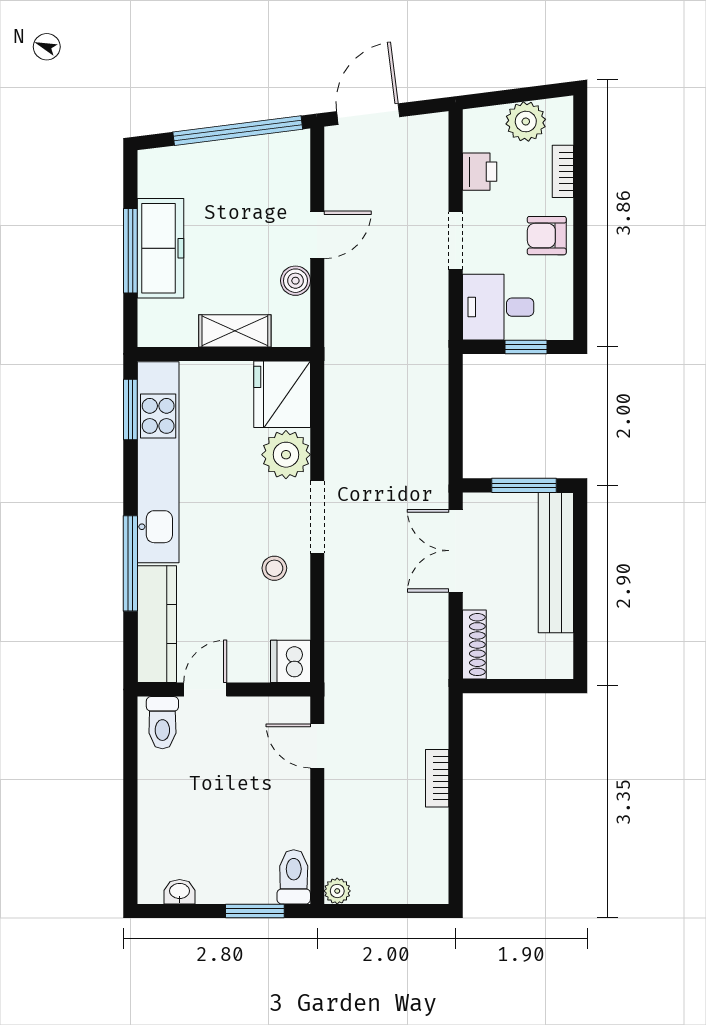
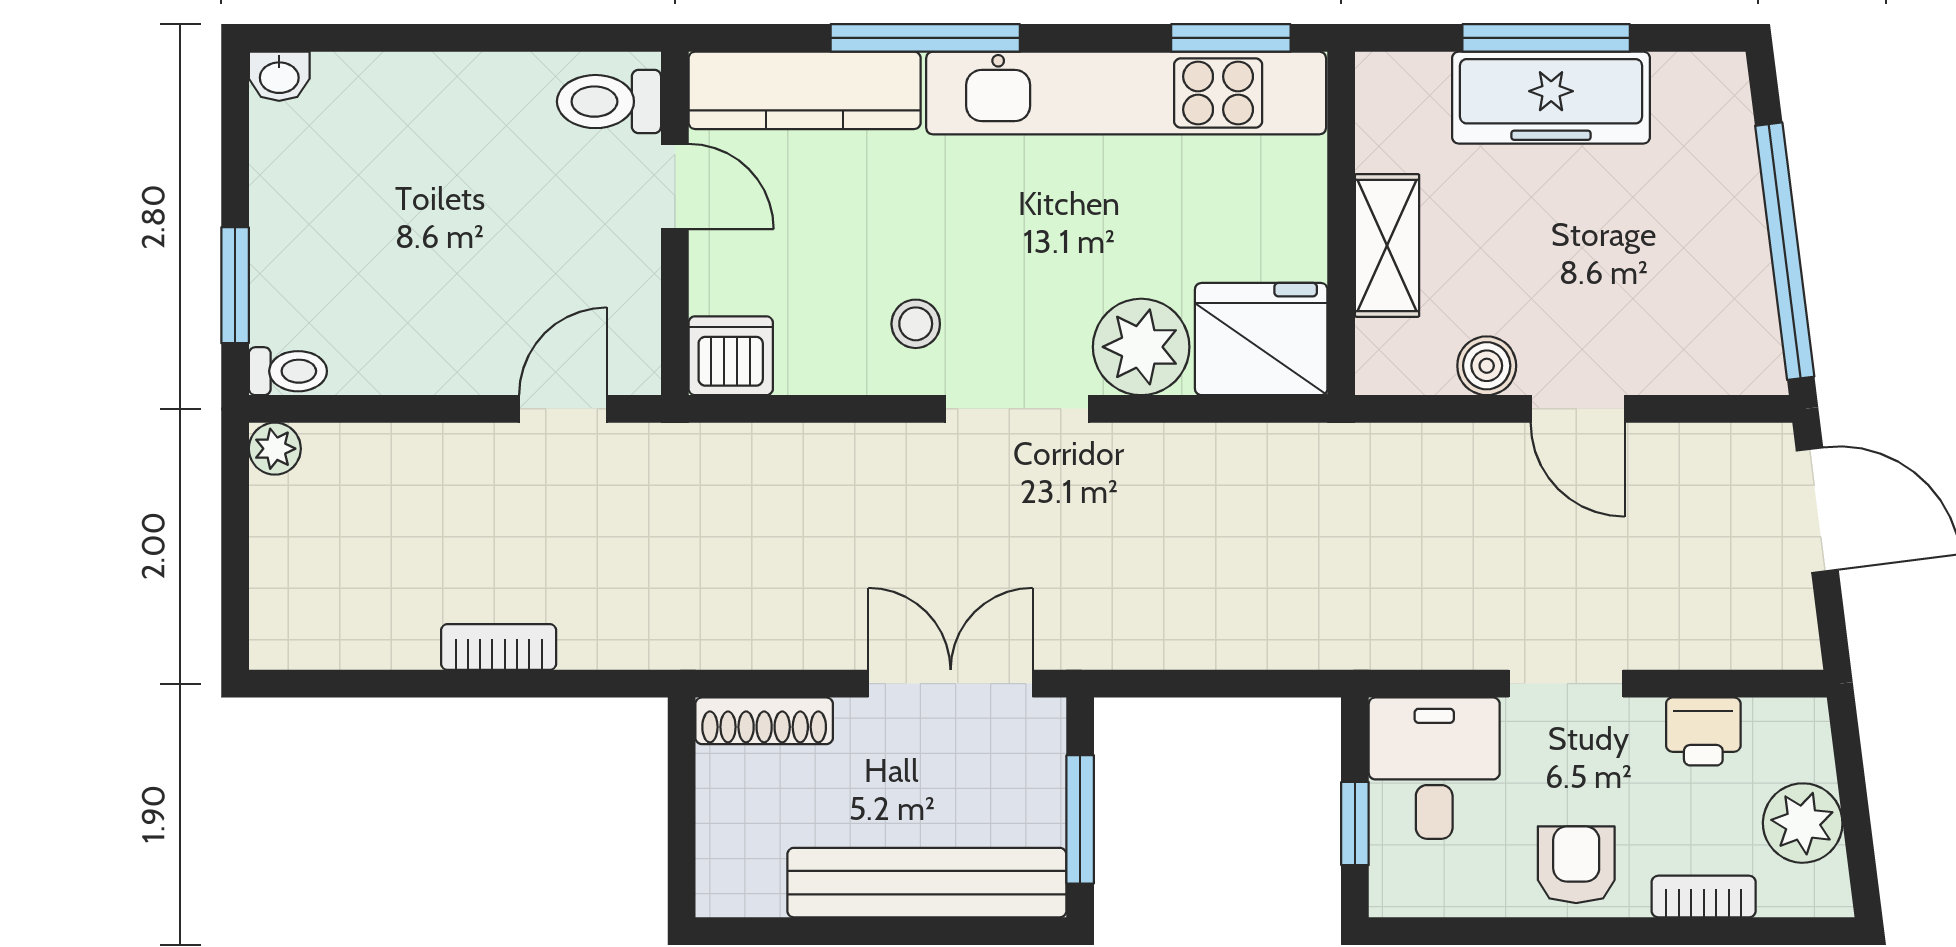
toilet: (294, 877) -> (288, 371), width x0.73, depth x0.72
washbasin: (180, 892) -> (279, 76), moved, turned 90

